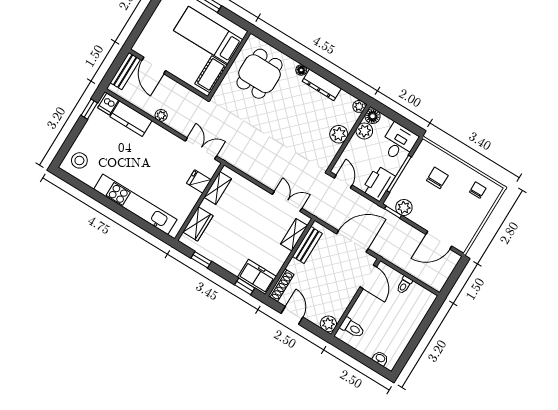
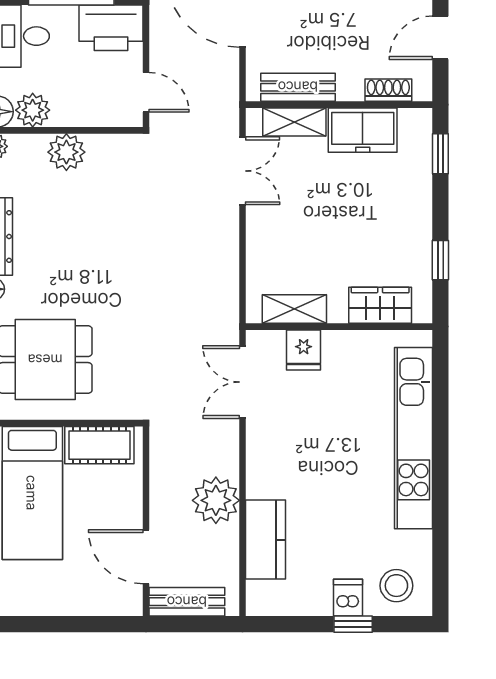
door: (154, 66) -> (146, 557), swing flipped
dishwasher: (108, 104) -> (348, 598), moved, turned -90
window: (89, 109) -> (353, 624), moved
plant: (161, 115) -> (216, 500), width x1.88, depth x1.88
door: (343, 182) -> (146, 92), swing flipped
double door: (287, 201) -> (243, 171), swing flipped
freezer: (257, 277) -> (363, 130), moved, turned -90
shoe rack: (281, 285) -> (388, 90), width x0.70

